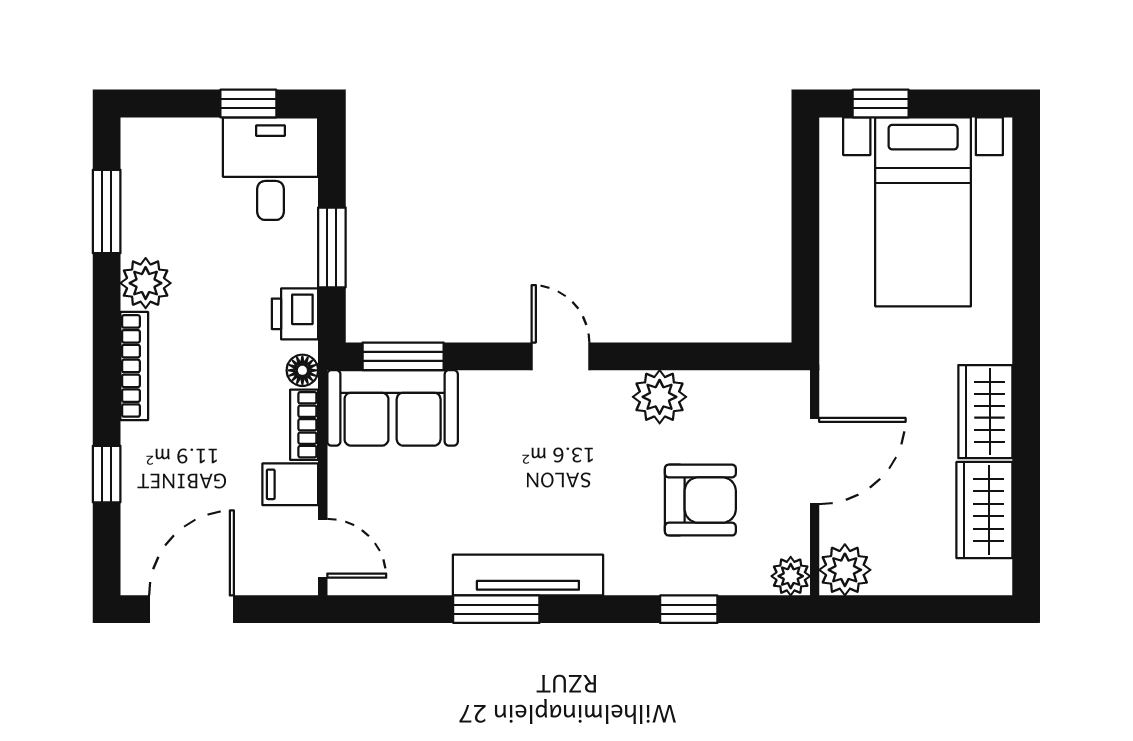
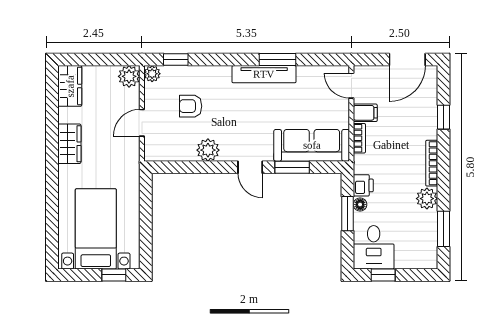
window: (403, 356) -> (292, 167), moved
floor lamp: (302, 370) -> (360, 204), moved
sofa: (393, 408) -> (312, 145), width x1.36
door: (815, 461) -> (142, 123), width x0.73
armchair: (700, 500) -> (191, 106), width x0.72, depth x0.72
wardrobe: (984, 510) -> (70, 86), moved
window: (689, 609) -> (176, 60), moved

